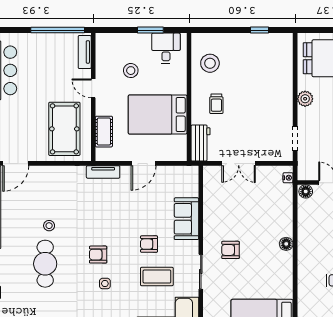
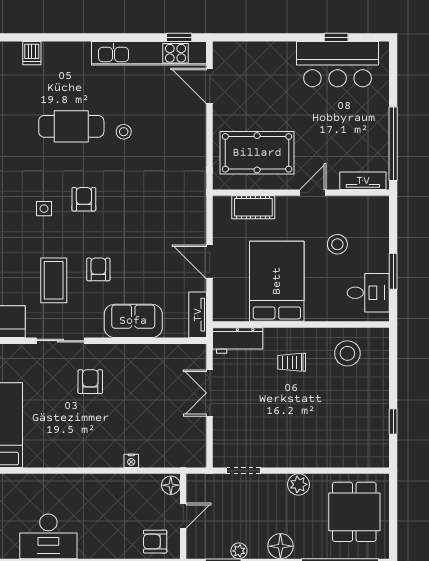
tv unit: (103, 172) -> (198, 315), moved
nightstand: (288, 178) -> (131, 461), moved
floor lamp: (286, 244) -> (99, 458), removed

